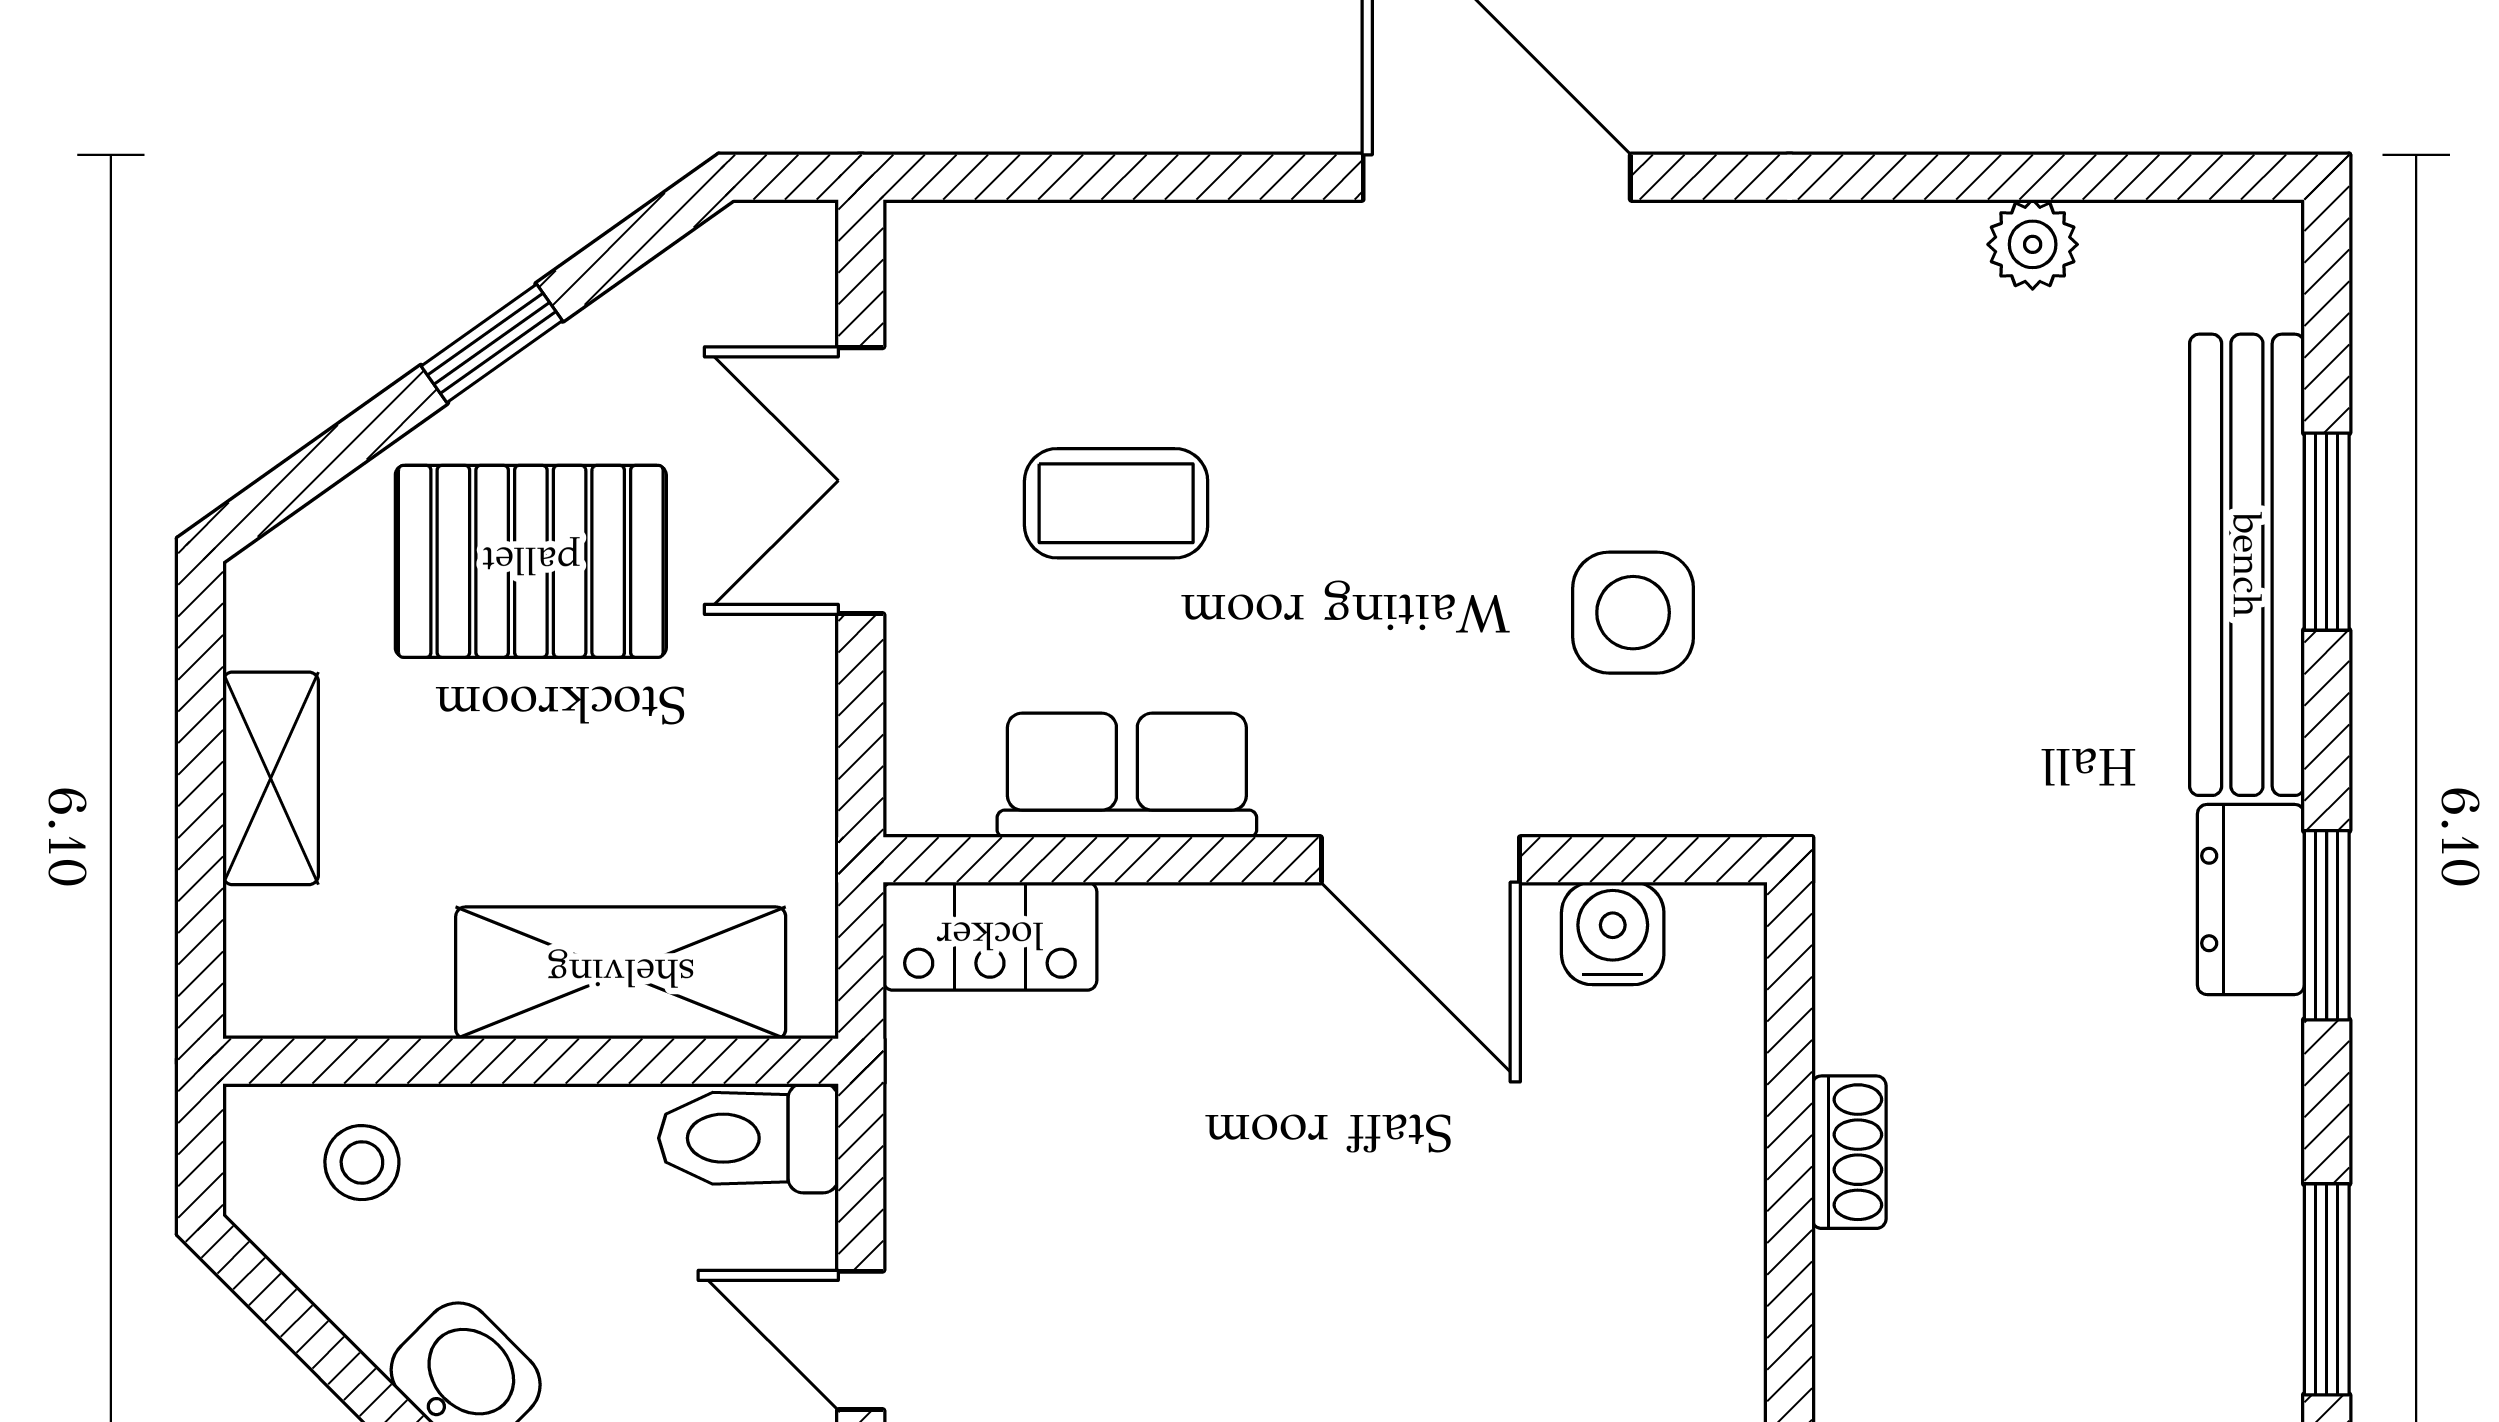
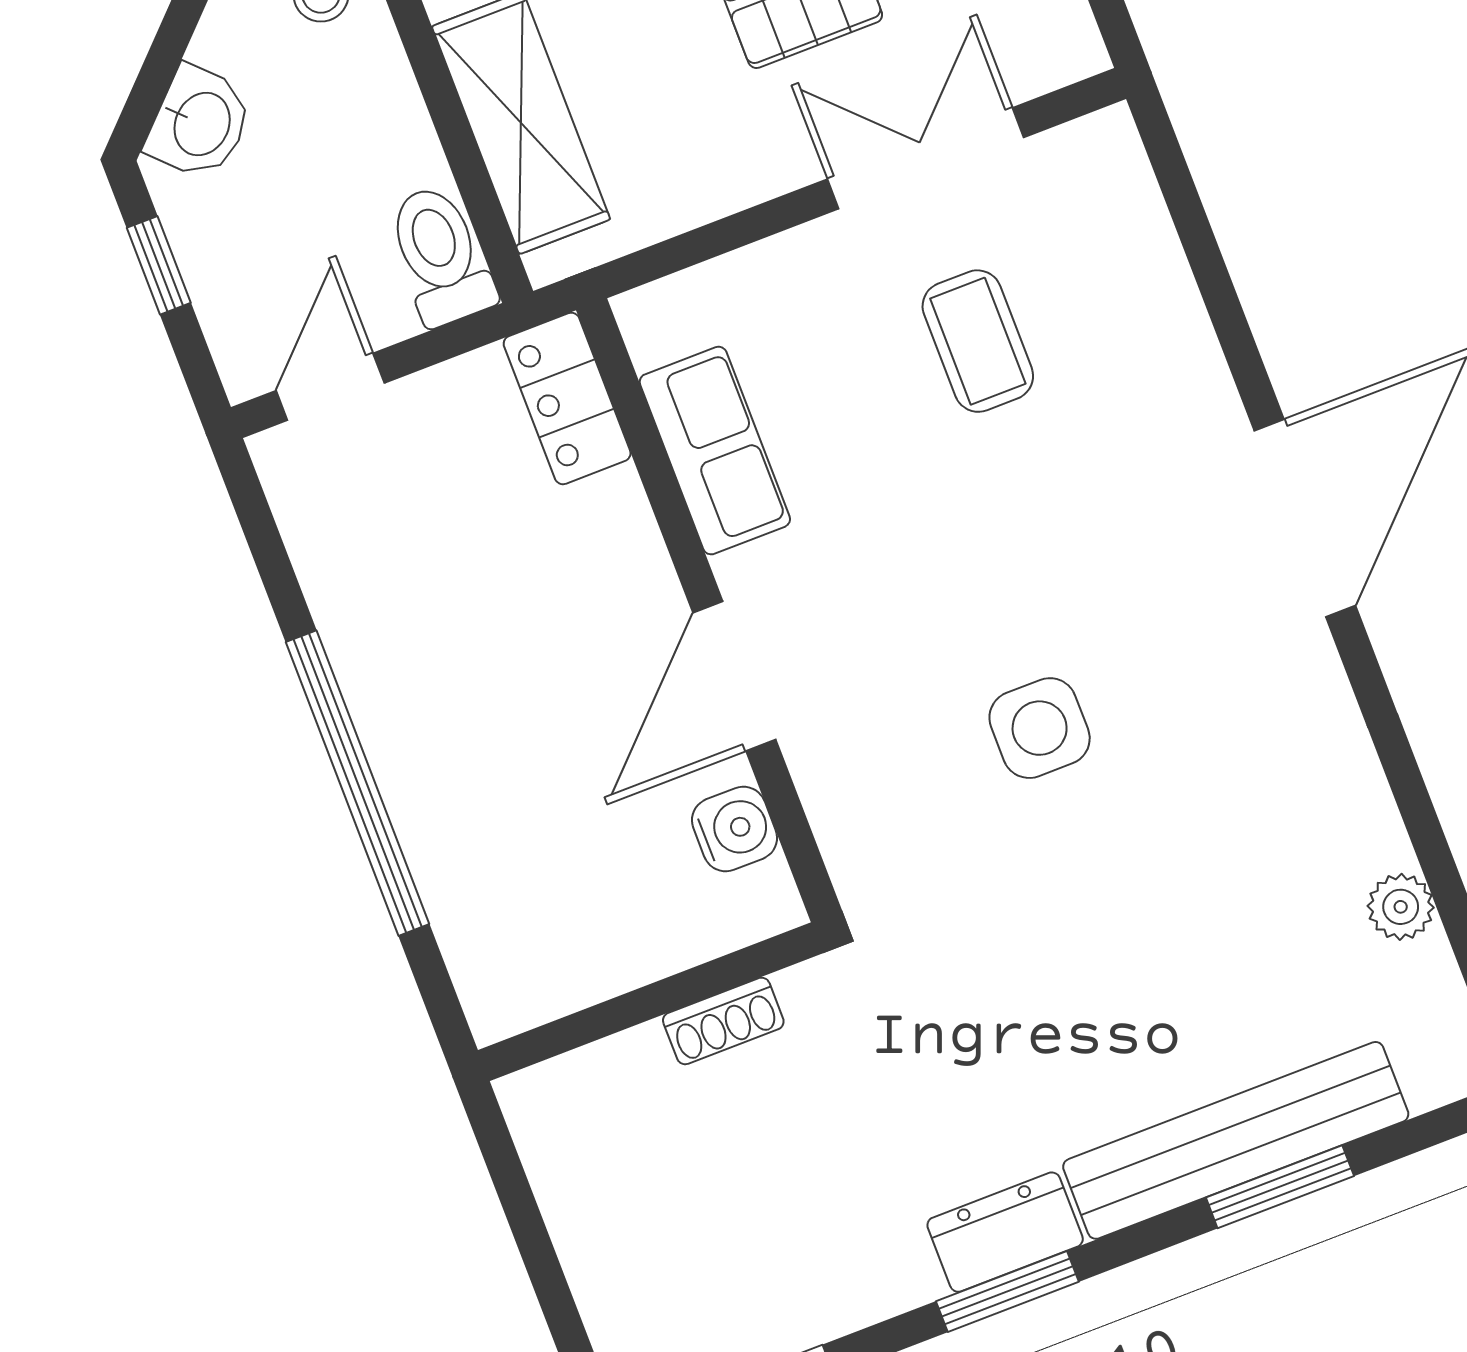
row of seats: (1127, 775) -> (715, 451), moved
wall: (1325, 860) -> (709, 610), moved
door: (1420, 860) -> (734, 676), moved
water cooler: (1613, 933) -> (734, 829), moved
locker: (990, 936) -> (567, 399), moved

